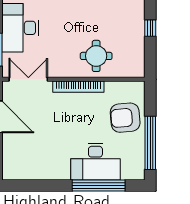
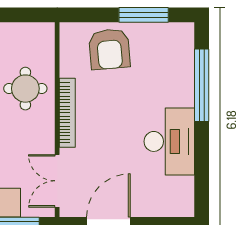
window: (150, 143) -> (144, 15), width x0.68
desk: (95, 162) -> (169, 141), moved

